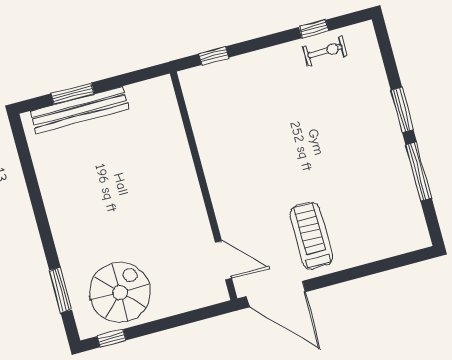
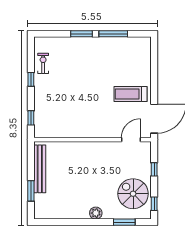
window: (314, 29) -> (31, 79), moved
bench: (79, 110) -> (40, 169), moved
plant: (63, 230) -> (96, 213), added
window: (178, 320) -> (154, 169), added

